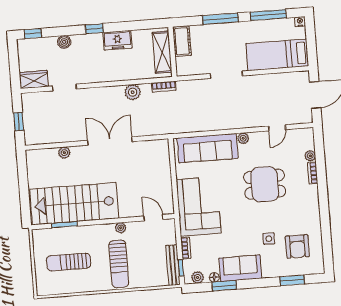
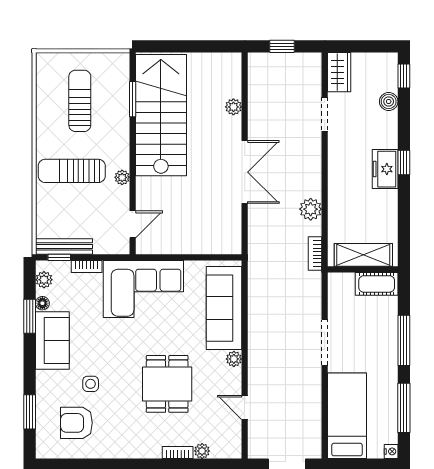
freezer: (117, 40) -> (385, 169), moved
boiler: (64, 42) -> (389, 101), moved

